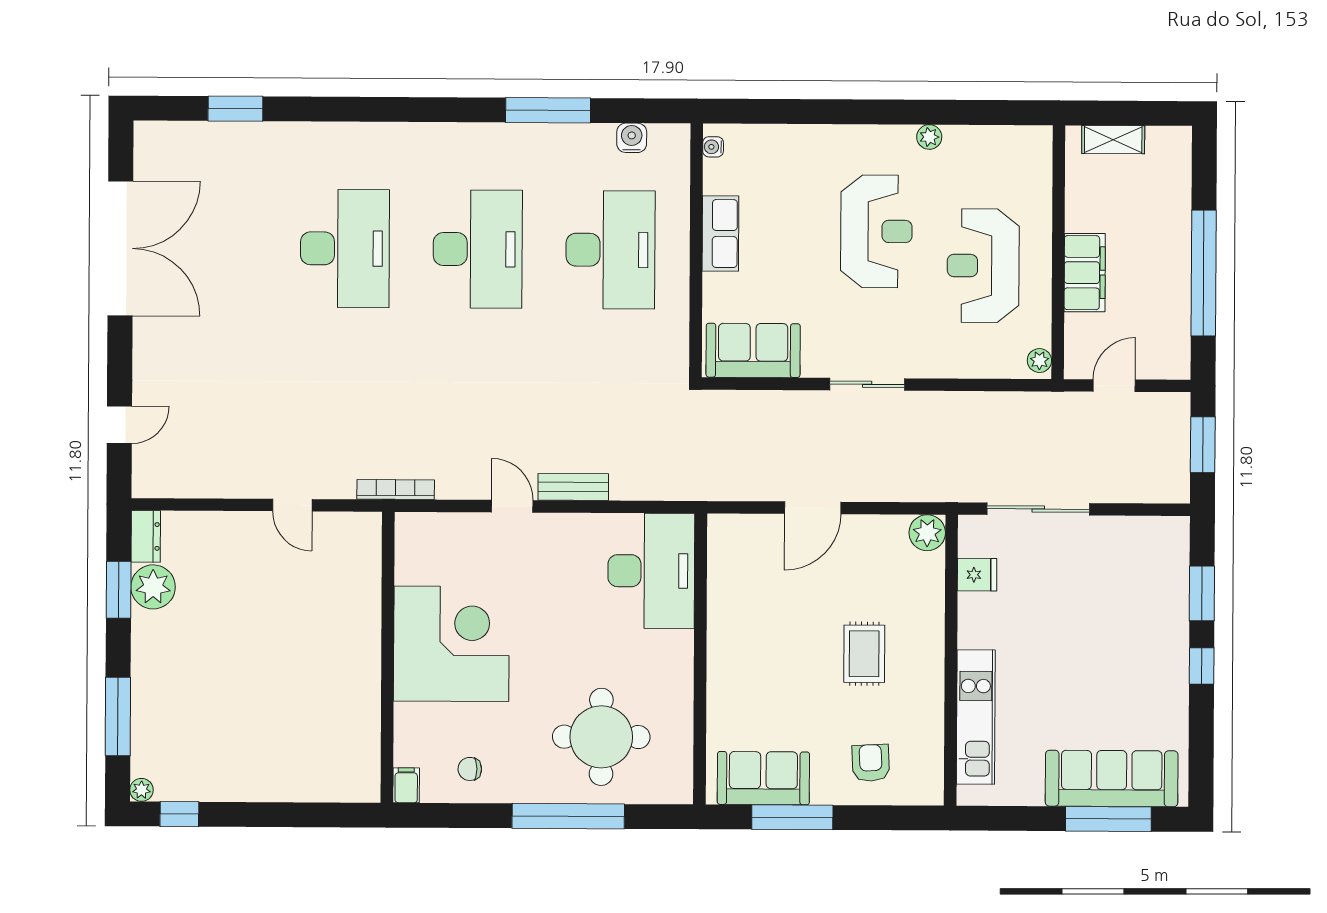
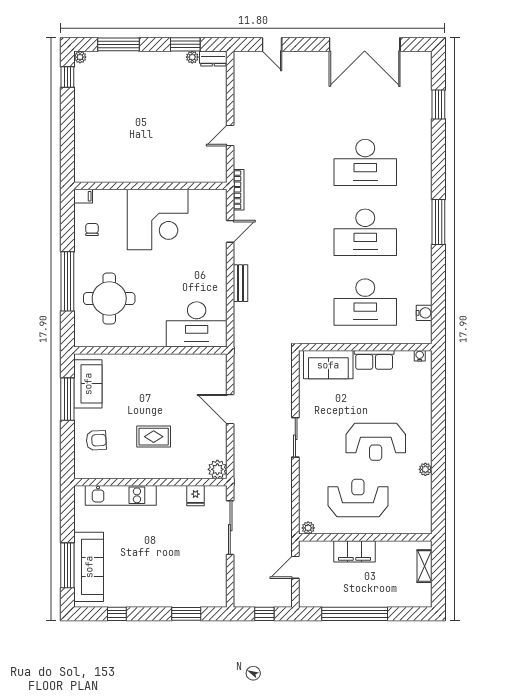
window: (548, 110) -> (438, 222), moved
sofa: (753, 350) -> (328, 365), moved, turned 90
door: (1114, 386) -> (295, 567), swing flipped
window: (1203, 445) -> (264, 614), width x0.67
door: (512, 506) -> (230, 231), moved
plant: (153, 587) -> (192, 57), width x0.53, depth x0.53
window: (1202, 666) -> (117, 614), moved

